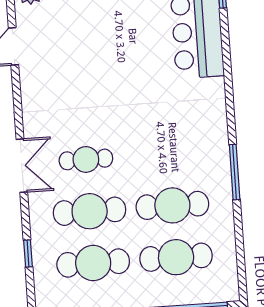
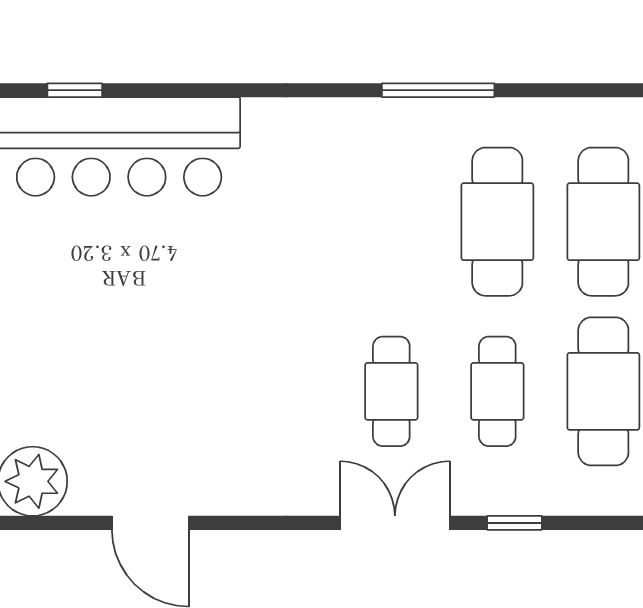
cafe table: (90, 211) -> (497, 391), width x0.73, depth x0.74
window: (28, 253) -> (515, 523), moved

